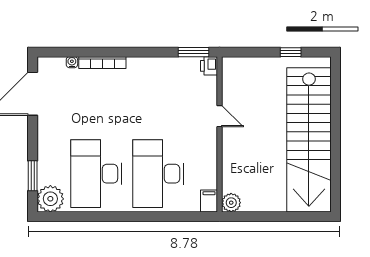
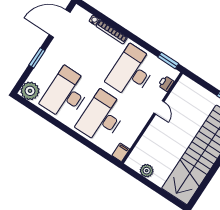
printer: (209, 66) -> (166, 84), moved
desk: (158, 95) -> (132, 72), added
window: (33, 176) -> (37, 58), moved
plant: (231, 203) -> (147, 171), moved

